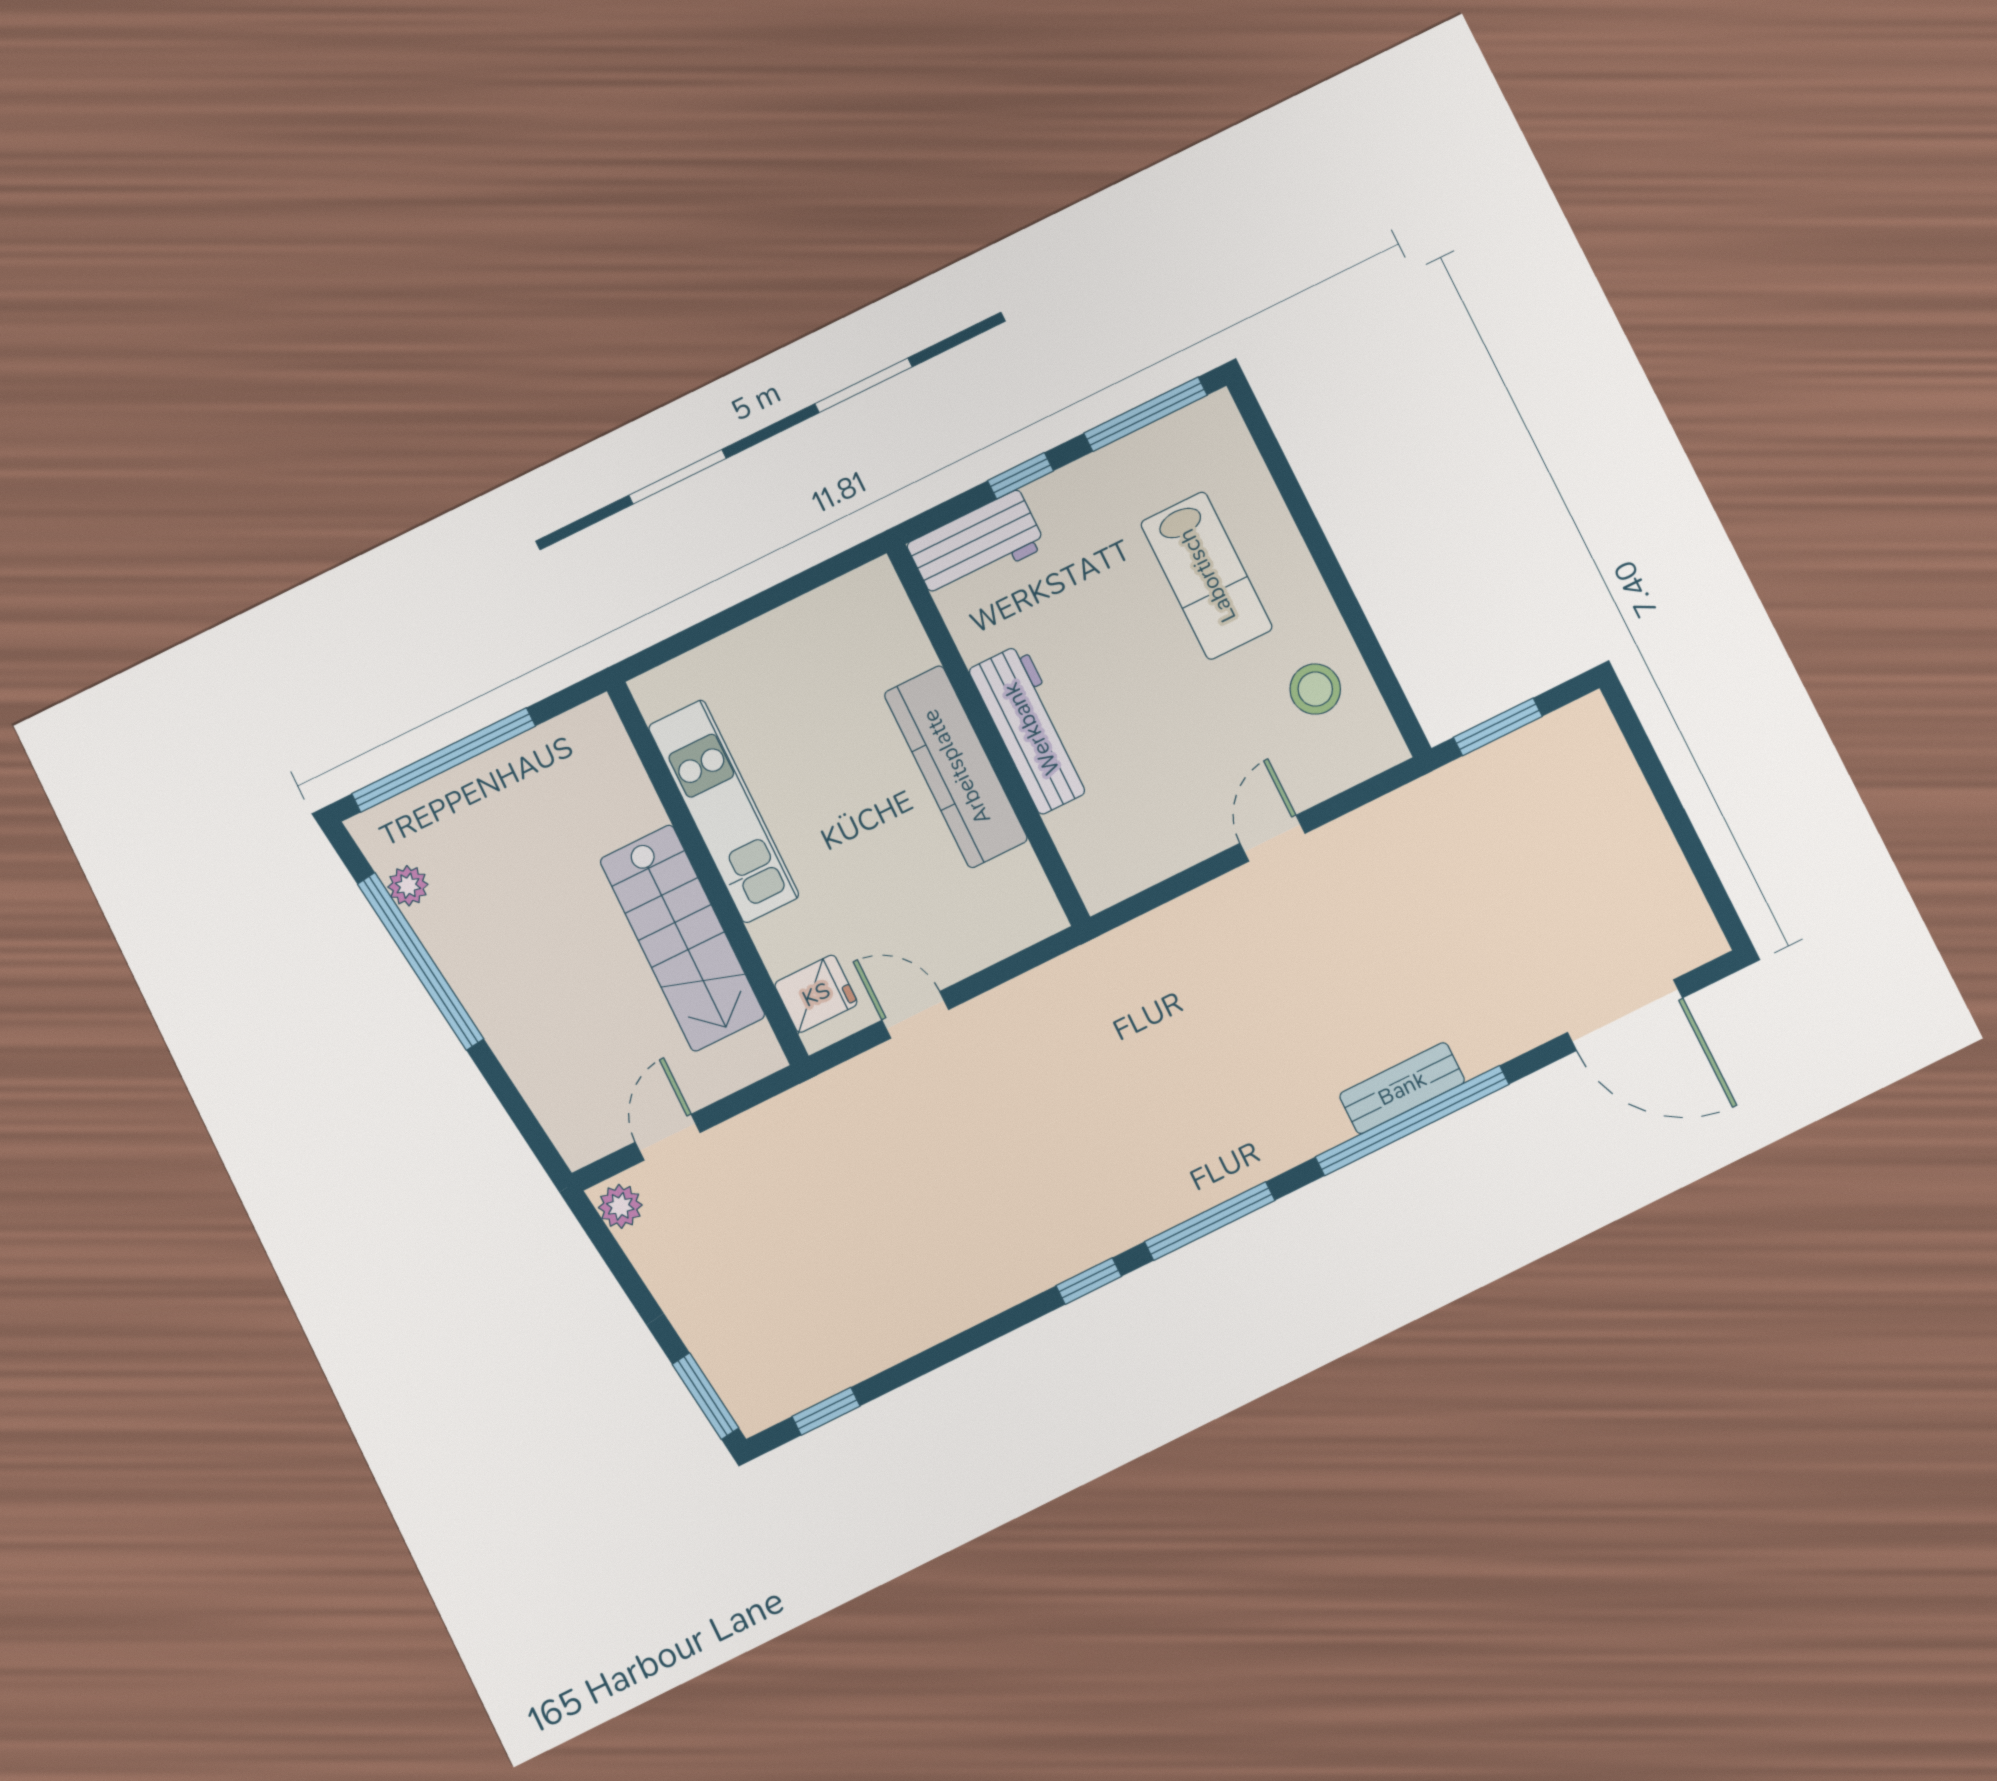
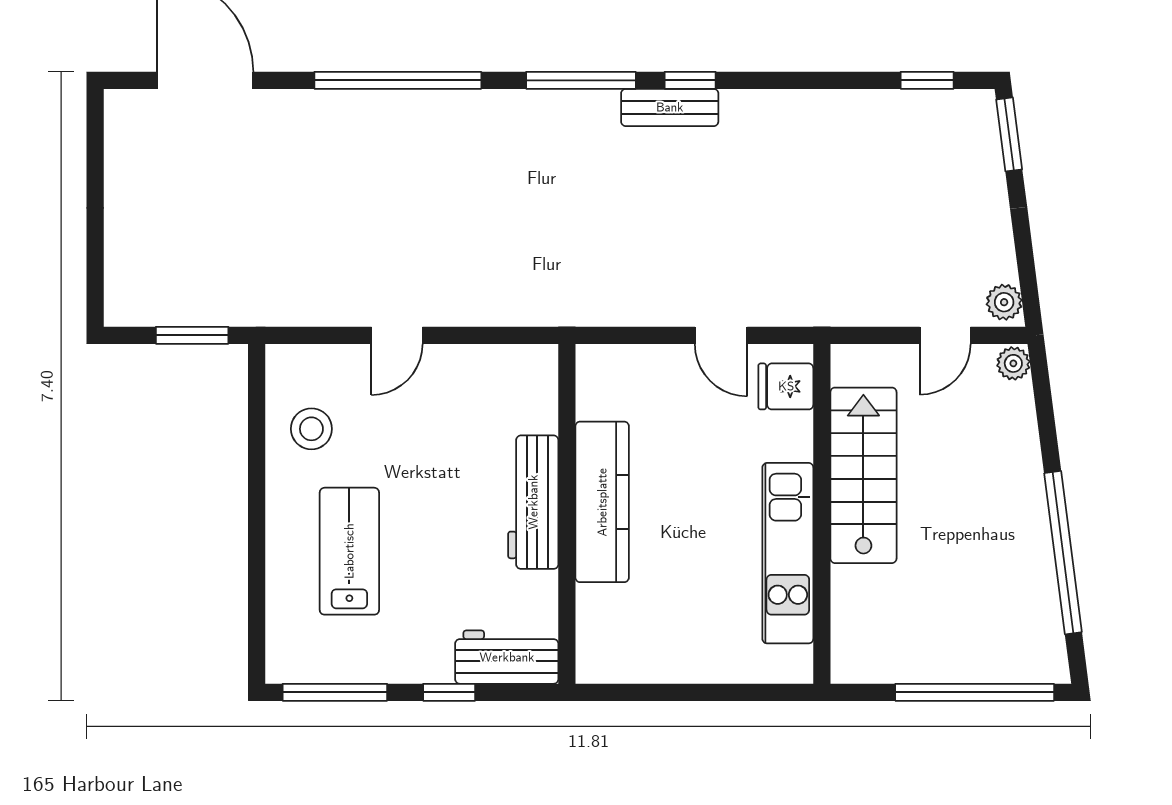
plant: (408, 886) -> (1013, 363), moved
bench: (1402, 1088) -> (670, 107), moved

